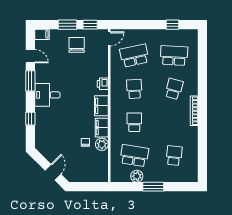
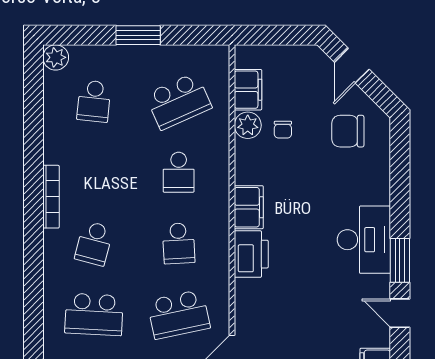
chair: (77, 45) -> (348, 131), moved, turned 90
printer: (103, 84) -> (251, 254), width x1.87, depth x1.48
desk: (47, 95) -> (364, 240), width x1.37
window: (30, 119) -> (400, 180), removed
filing cabinet: (102, 128) -> (248, 90), moved
school desk: (134, 156) -> (179, 101), turned -33
plant: (137, 176) -> (56, 57), moved

